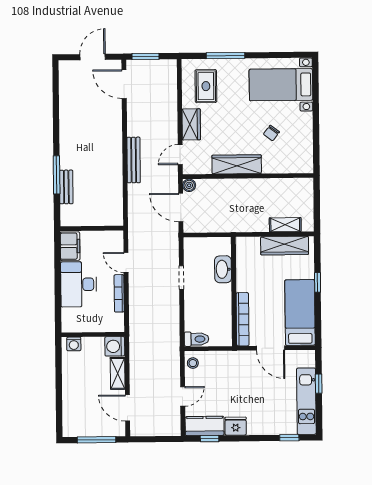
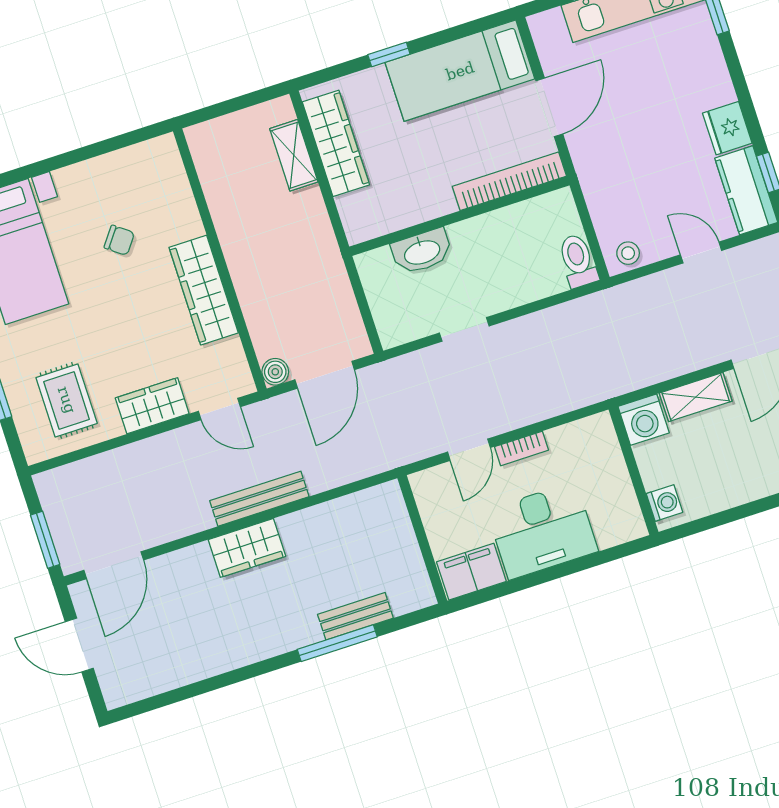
rug: (206, 86) -> (67, 400), turned 90
wardrobe: (113, 147) -> (247, 548), added
bookcase: (119, 293) -> (521, 448), width x0.64

